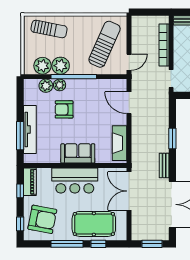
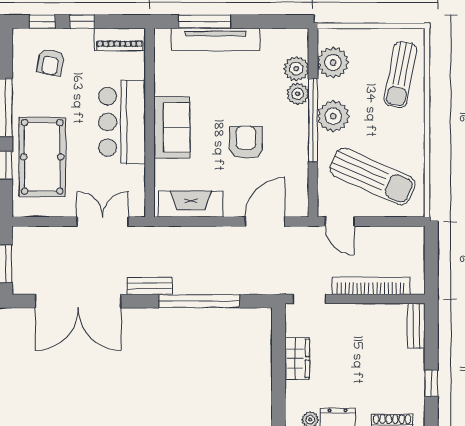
plant: (61, 66) -> (333, 116), moved
armchair: (64, 109) -> (246, 142), moved
window: (172, 139) -> (199, 301), width x2.11
window: (20, 191) -> (82, 22), moved
double door: (129, 191) -> (103, 222), width x0.73
armchair: (42, 219) -> (51, 62), width x0.53, depth x0.53

